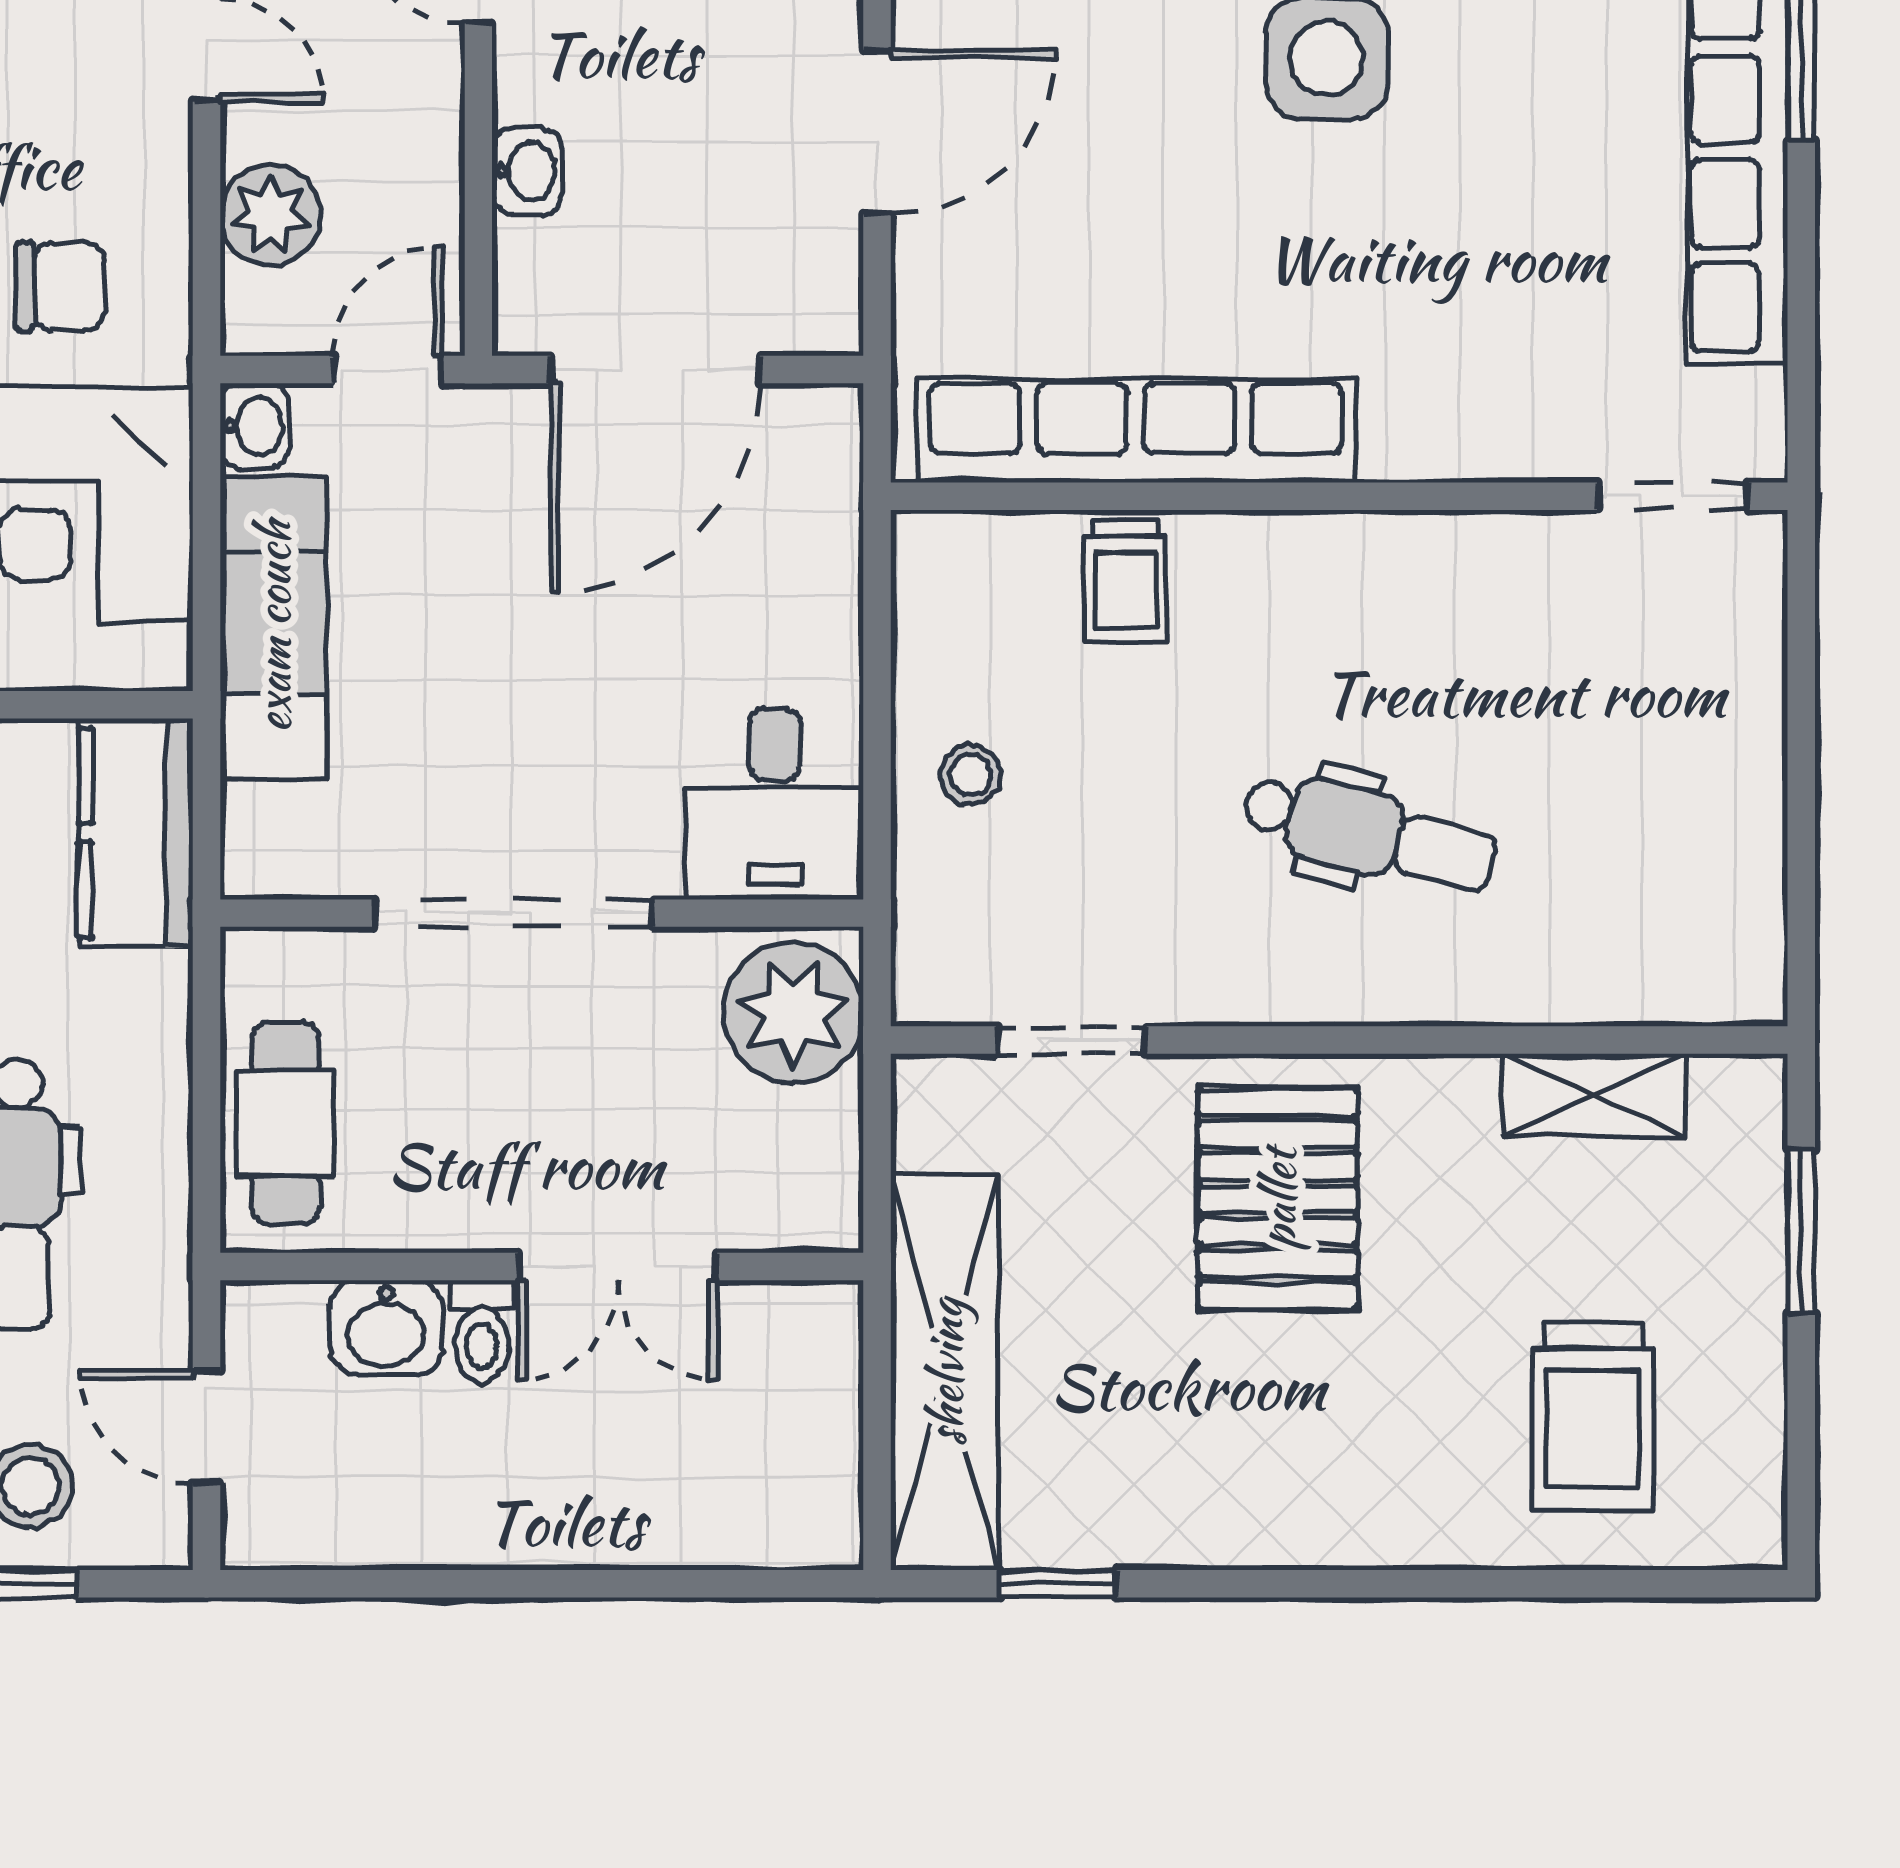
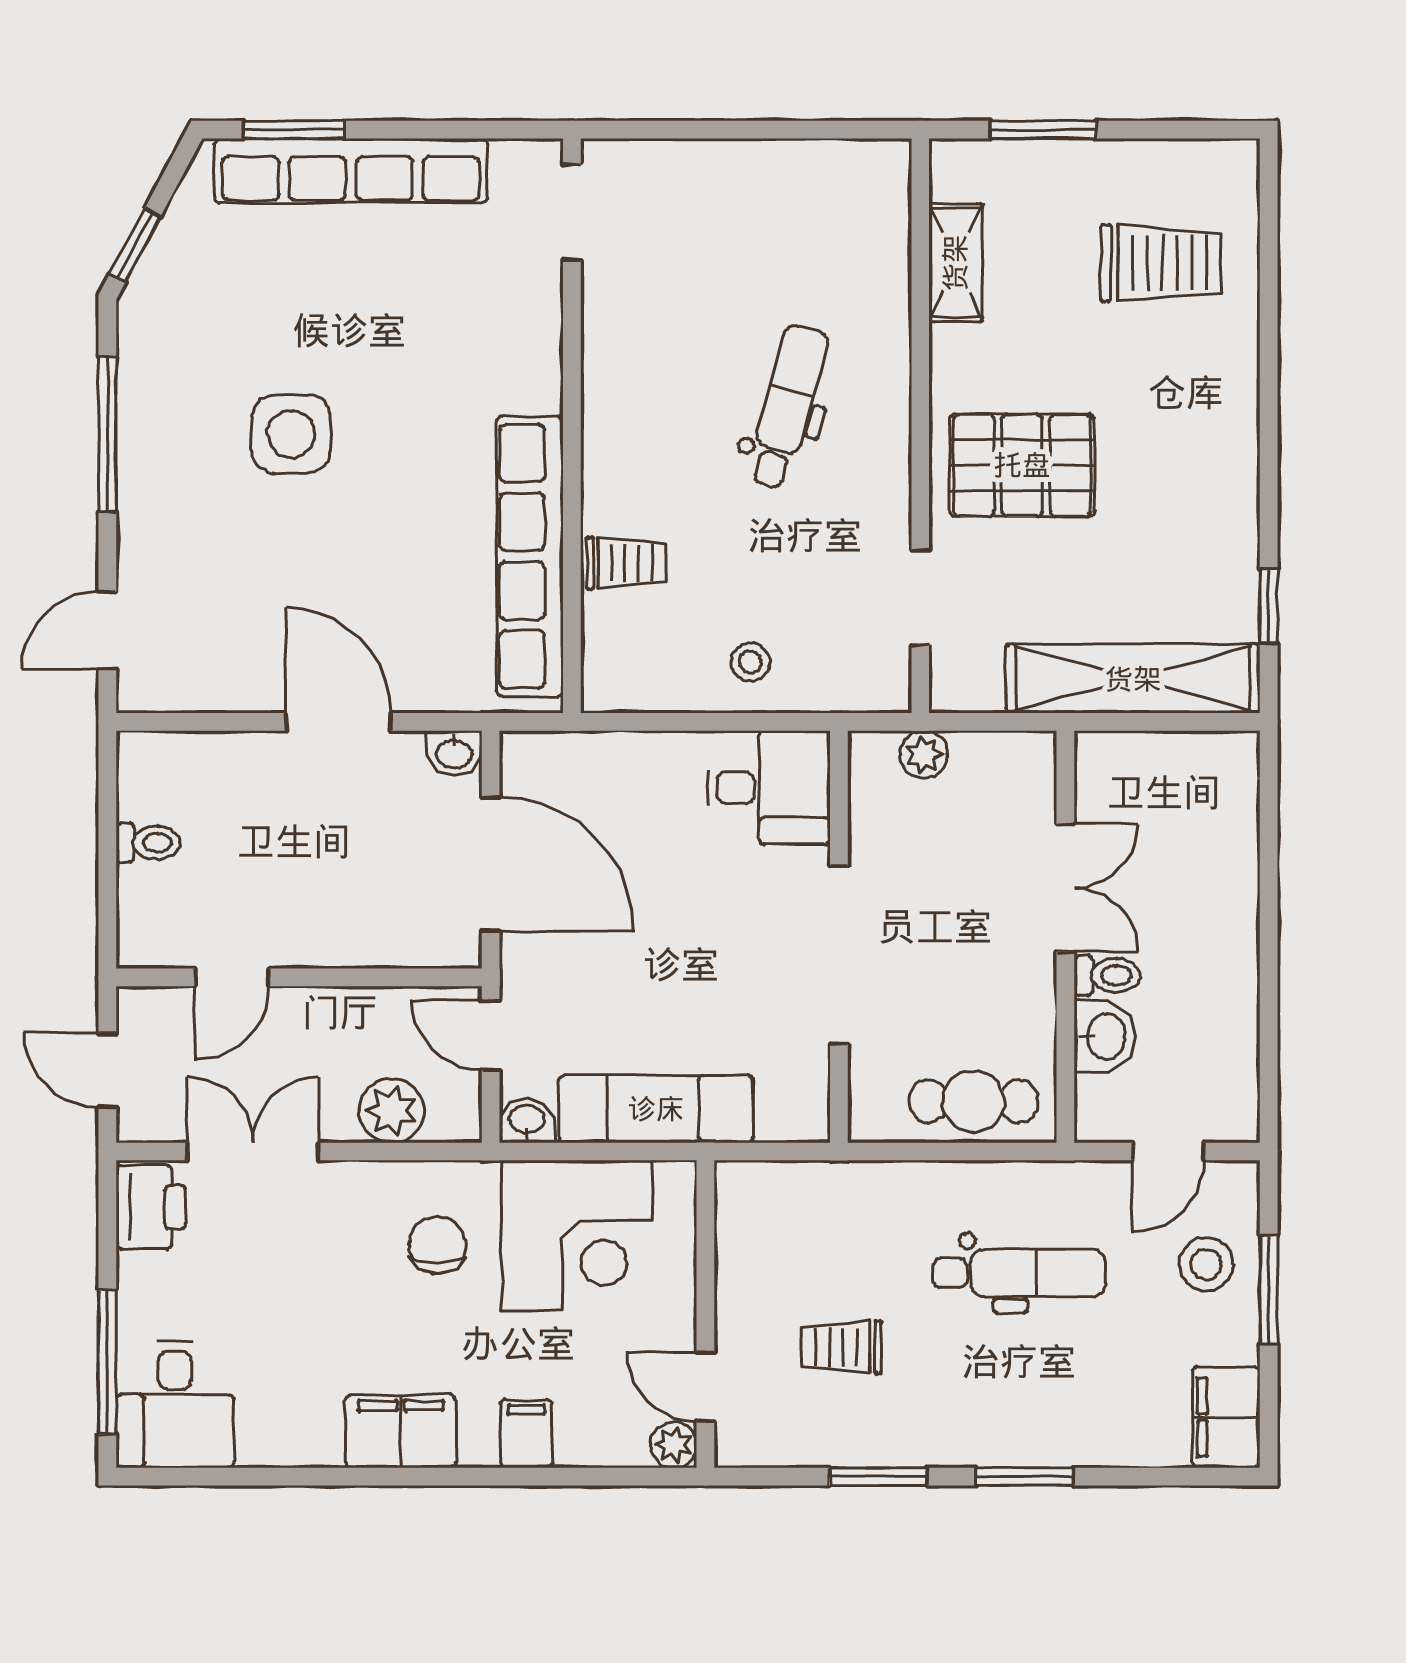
washbasin: (527, 171) -> (454, 753), moved, turned 180
kitchen counter: (136, 833) -> (788, 1197), removed
plant: (793, 1013) -> (924, 755), width x0.53, depth x0.53

